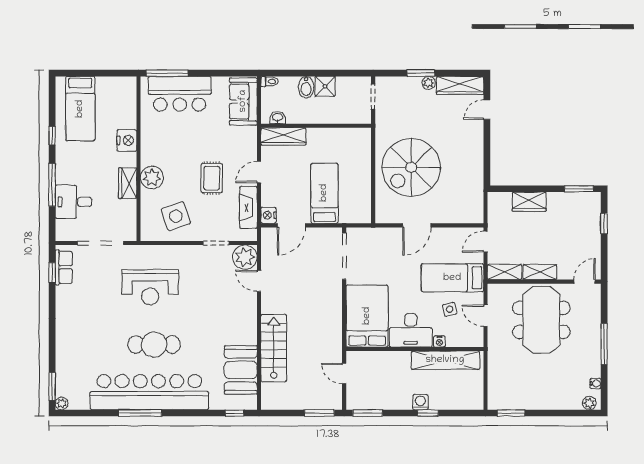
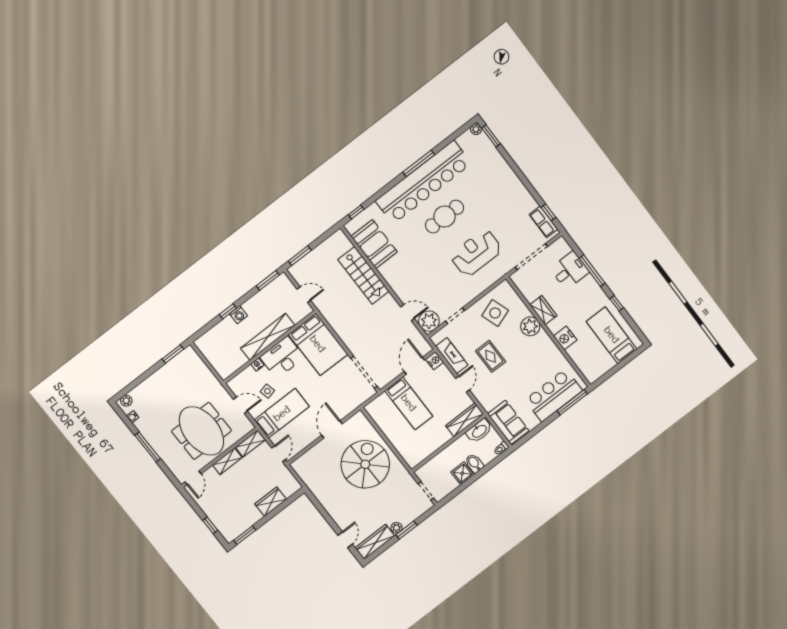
washbasin: (278, 118) -> (479, 431), width x1.91, depth x1.45
shelving: (445, 360) -> (268, 337), moved

